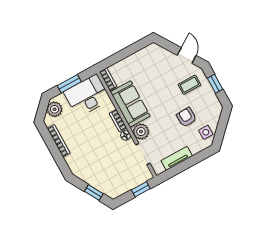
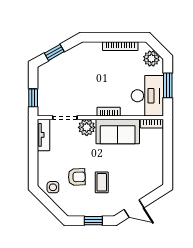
coffee table: (189, 85) -> (102, 182), moved
floor lamp: (126, 135) -> (91, 111), removed
tv unit: (177, 158) -> (44, 135), moved

